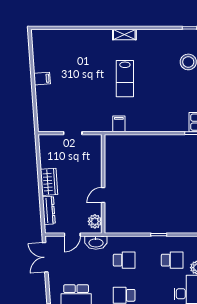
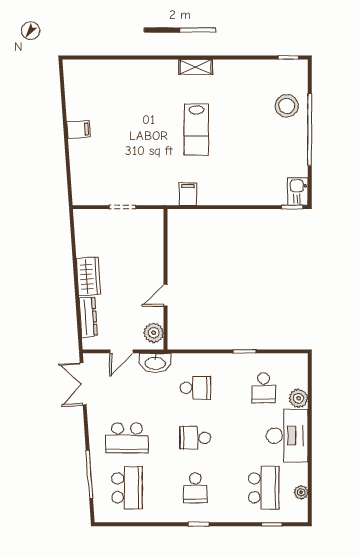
school desk: (172, 260) -> (264, 388), turned 90

